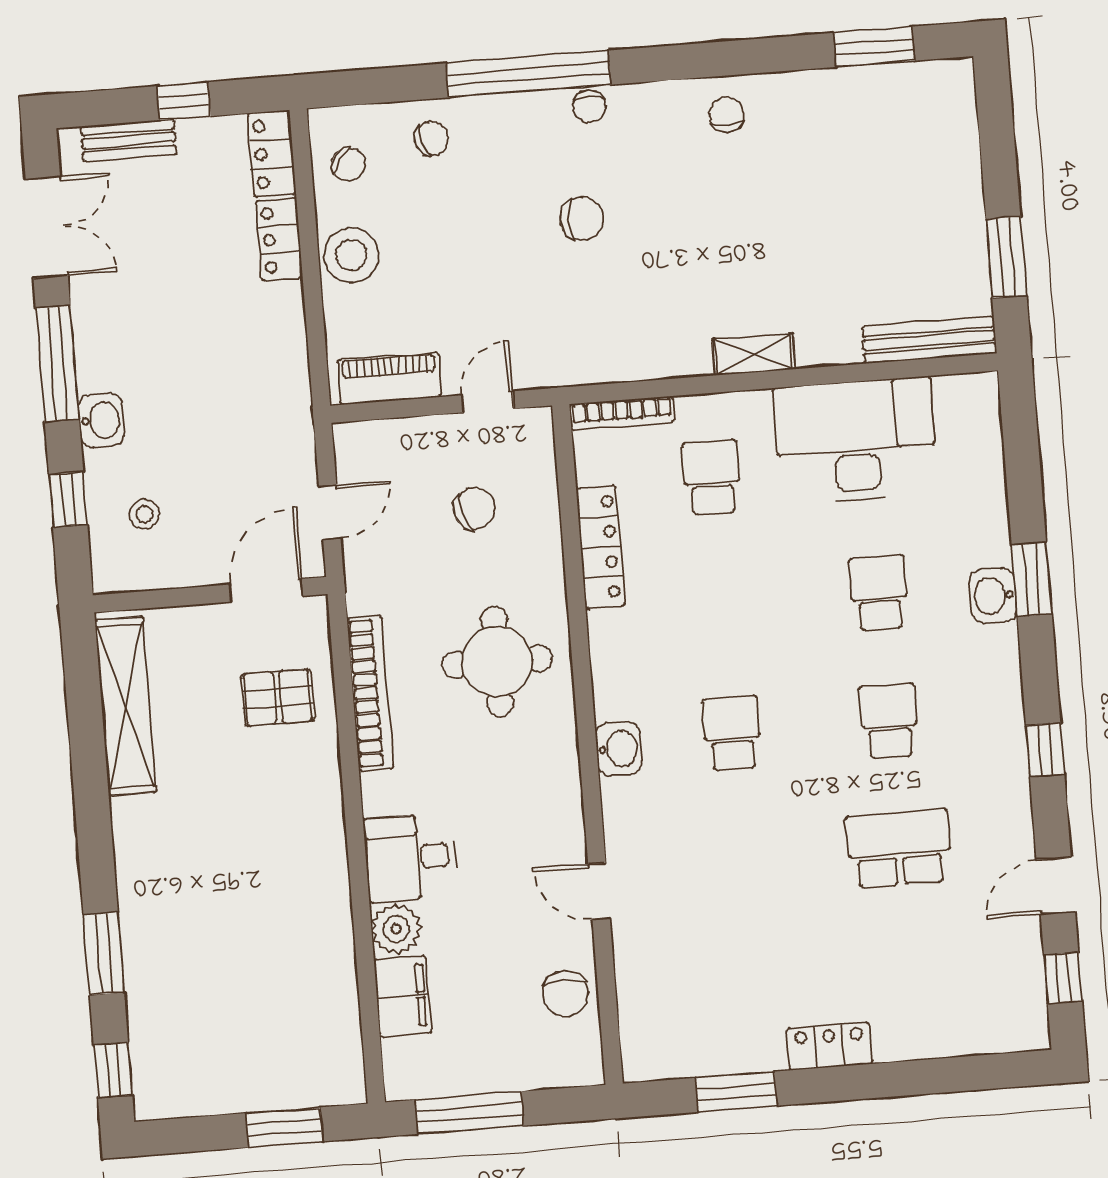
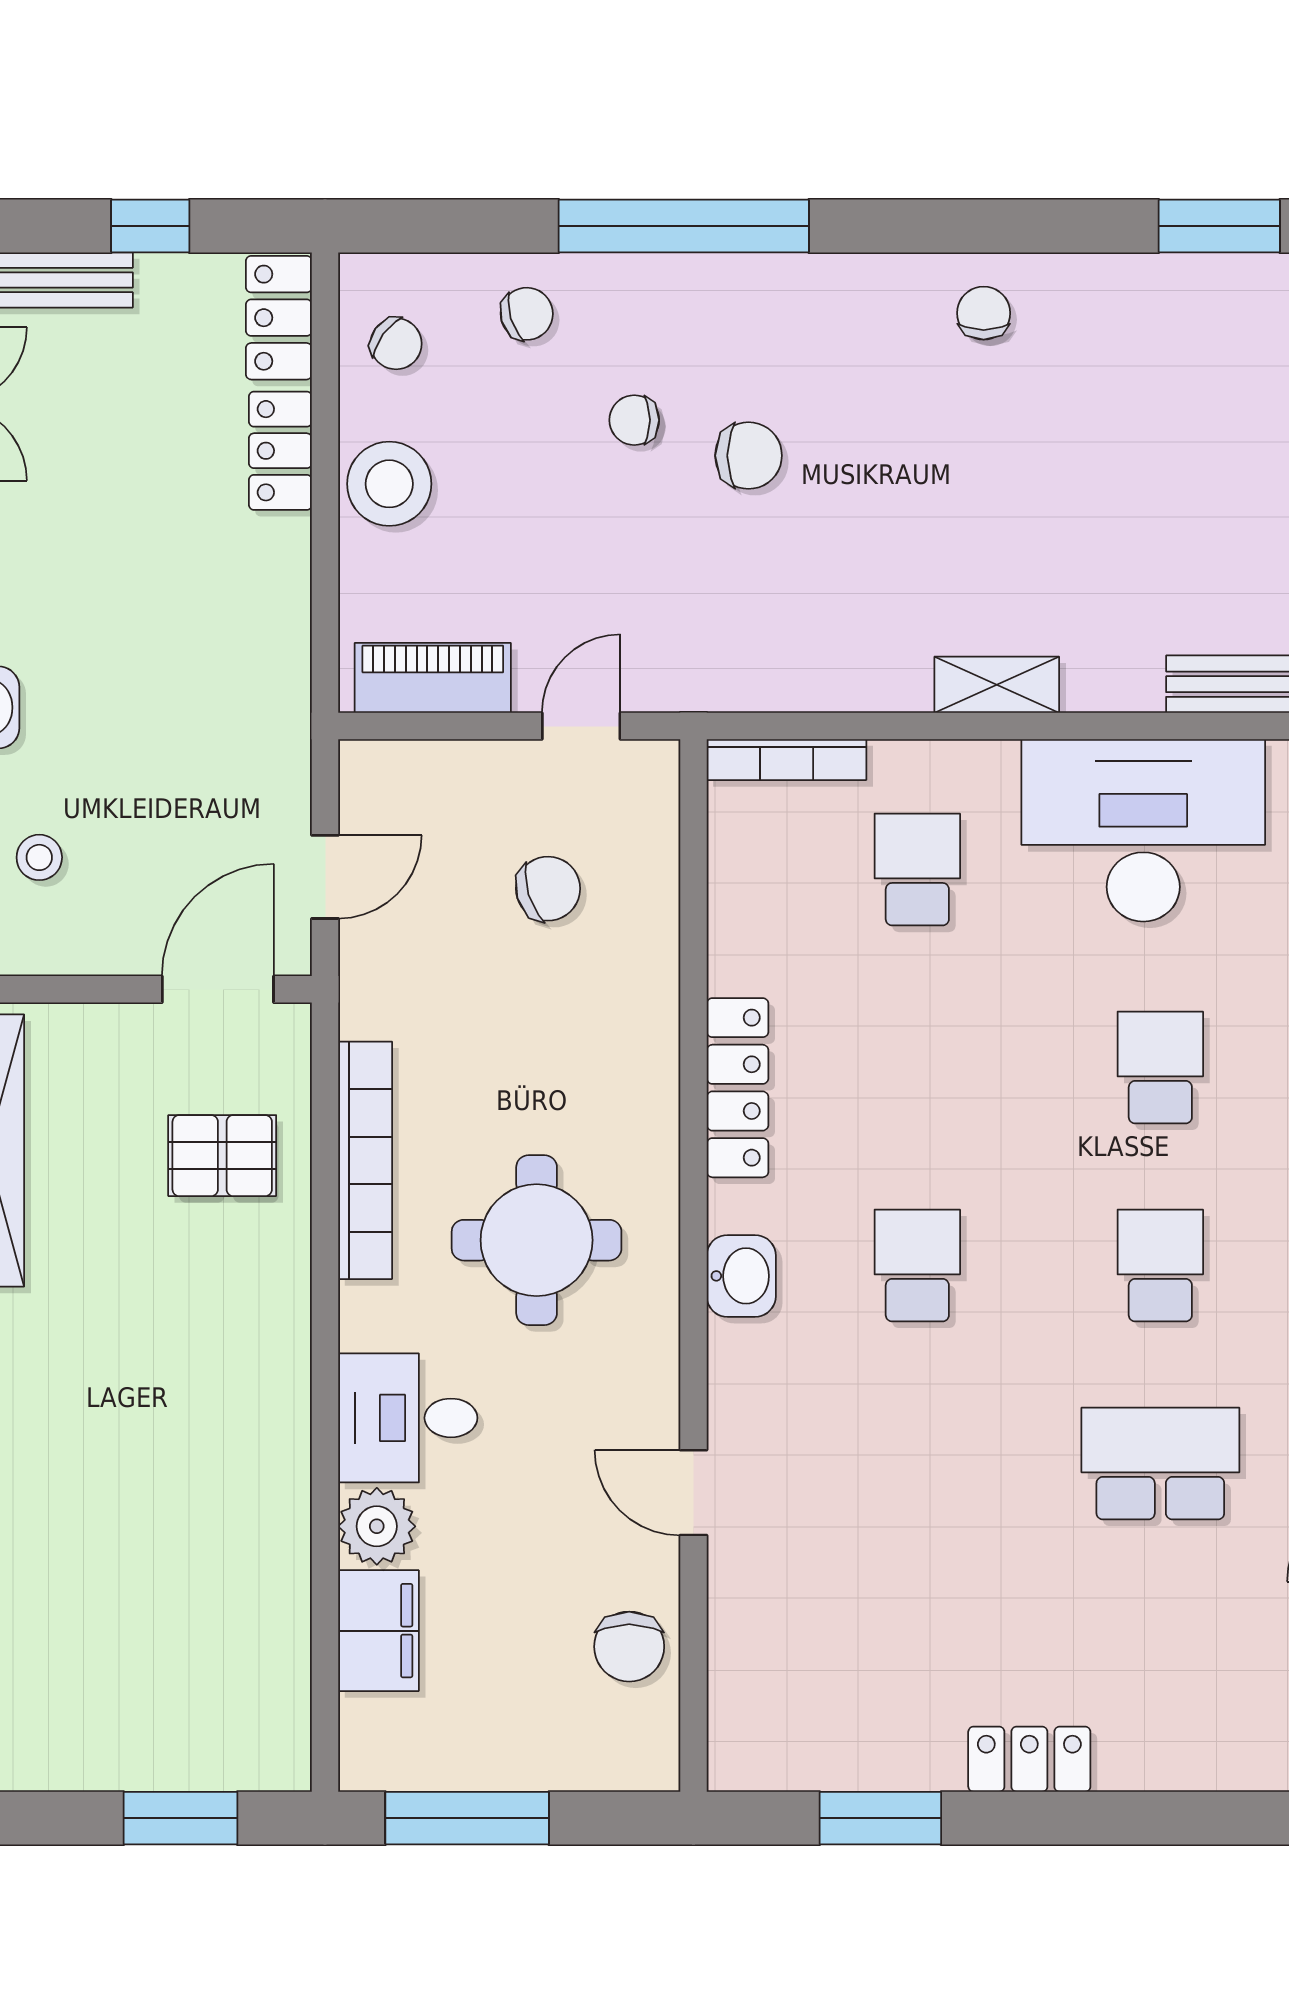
chair: (589, 106) -> (634, 420), moved, turned 90
locker: (600, 547) -> (738, 1088), moved
round table: (497, 662) -> (537, 1240), moved

